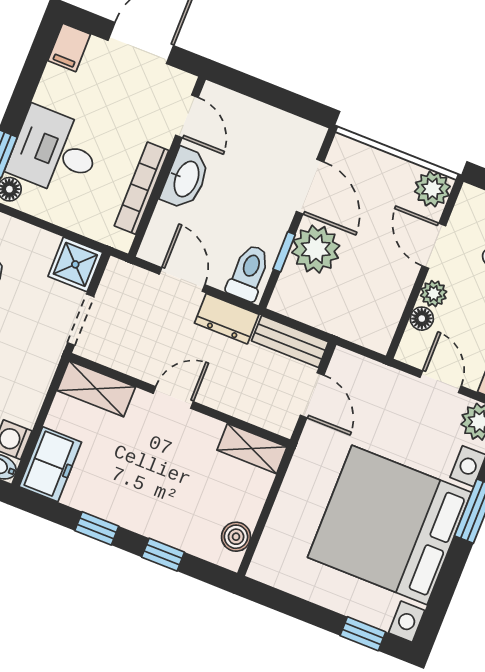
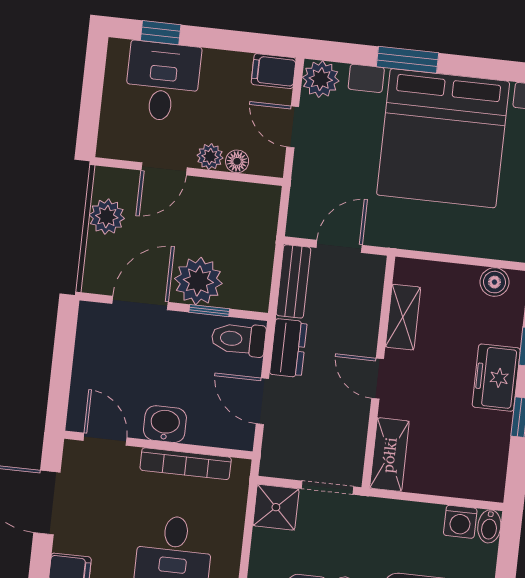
door: (187, 116) -> (105, 439), hinge flipped
washbasin: (186, 179) -> (165, 424), width x0.72
plant: (432, 189) -> (107, 217), moved
door: (182, 279) -> (262, 401), hinge flipped
door: (440, 382) -> (293, 127), hinge flipped
shelving: (252, 449) -> (403, 317), moved
freezer: (50, 464) -> (496, 378), moved, turned -90

